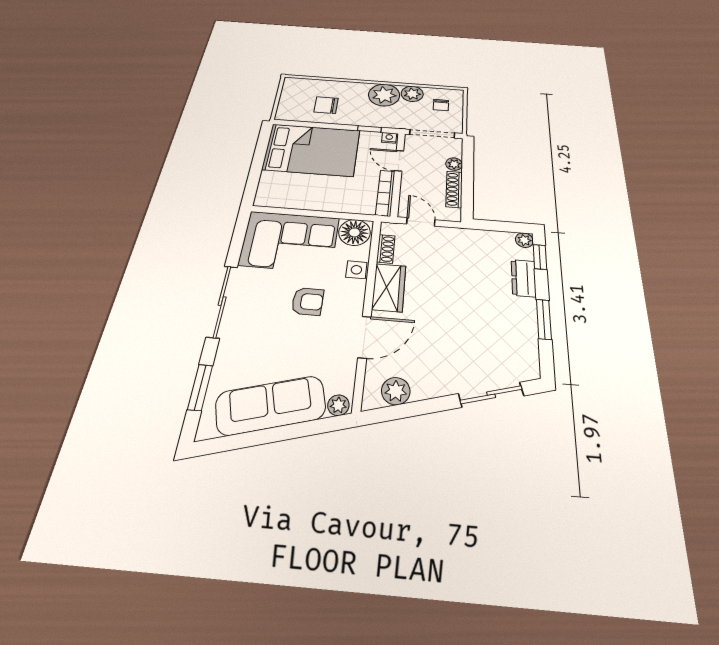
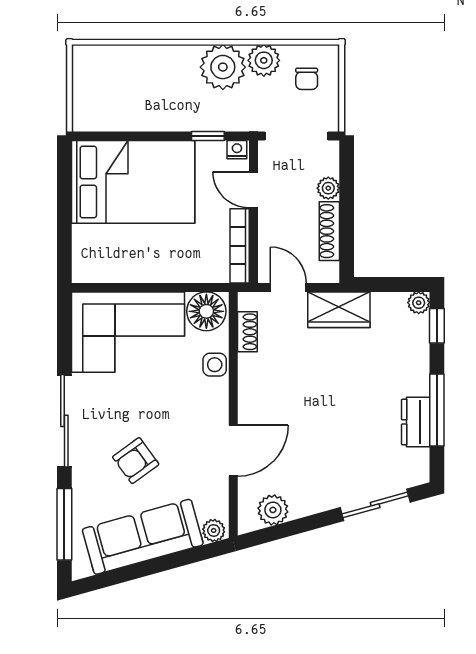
chair: (326, 105) -> (141, 96), removed
dresser: (524, 278) -> (416, 422), moved
wardrobe: (389, 288) -> (339, 310), moved, turned 90
armchair: (308, 301) -> (136, 461), moved, turned 144
window: (544, 319) -> (437, 410), width x1.44
window: (200, 387) -> (64, 524), width x1.44

